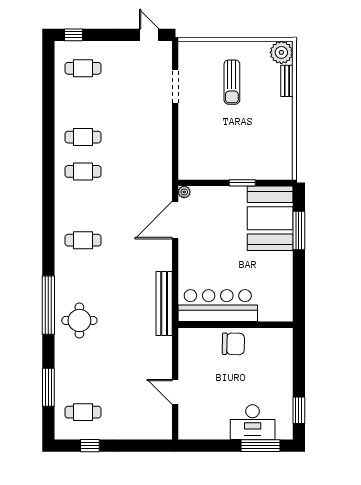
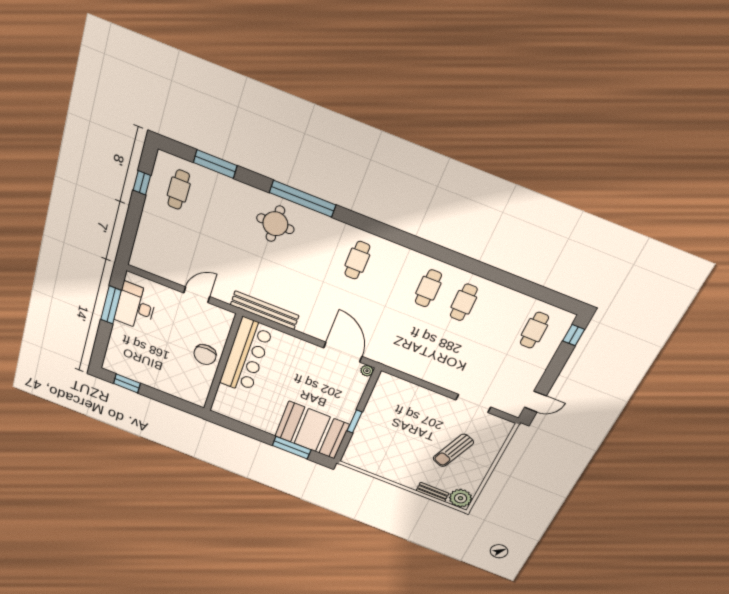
sun lounger: (232, 82) -> (453, 450), turned -68
door: (175, 392) -> (197, 295), moved
desk: (253, 422) -> (136, 307), moved
window: (260, 446) -> (111, 305), moved

